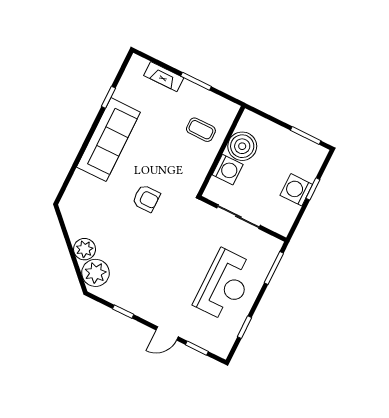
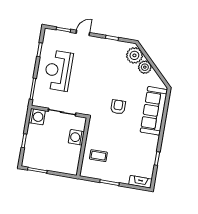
fireplace: (164, 77) -> (140, 182), moved
sofa: (108, 140) -> (154, 111), moved
boiler: (242, 146) -> (72, 153), removed
washing machine: (296, 190) -> (37, 117), moved
armchair: (146, 198) -> (118, 107), turned 90

